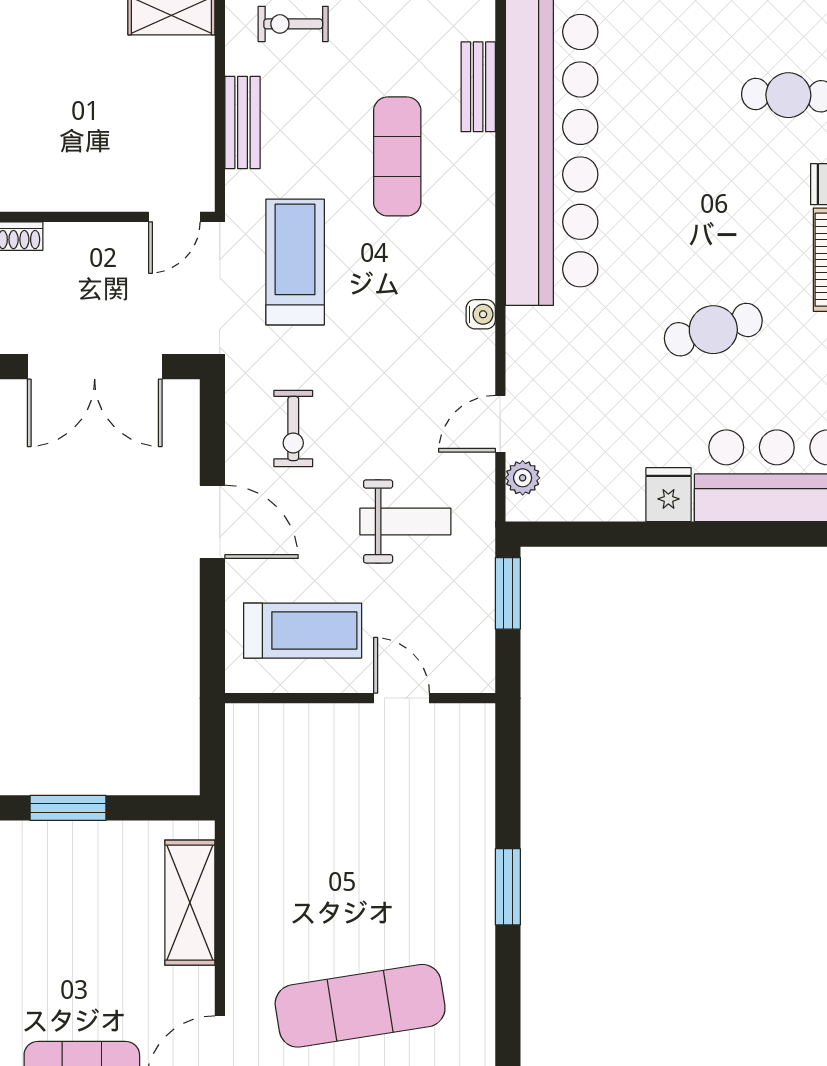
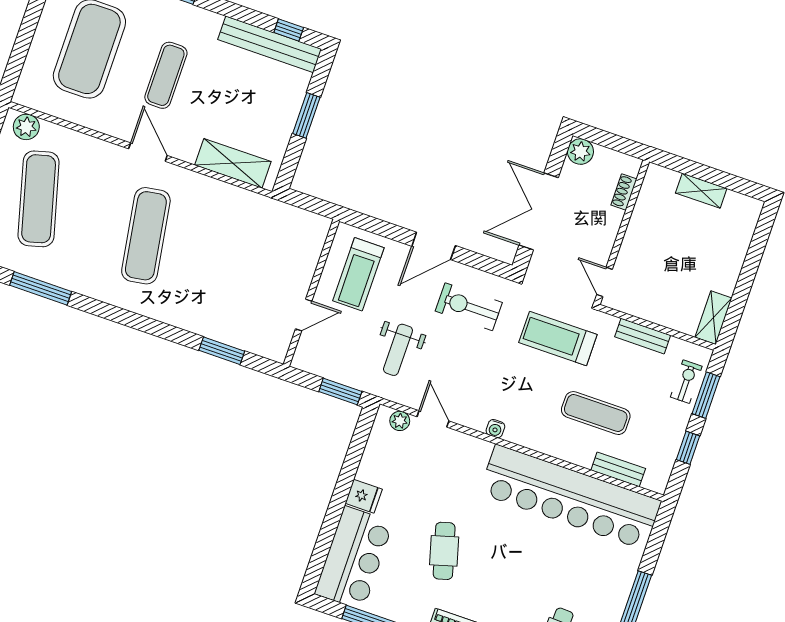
treadmill: (295, 262) -> (558, 339), turned 180
exercise bike: (293, 428) -> (469, 307), width x1.38, depth x1.39
window: (508, 887) -> (222, 351), moved

